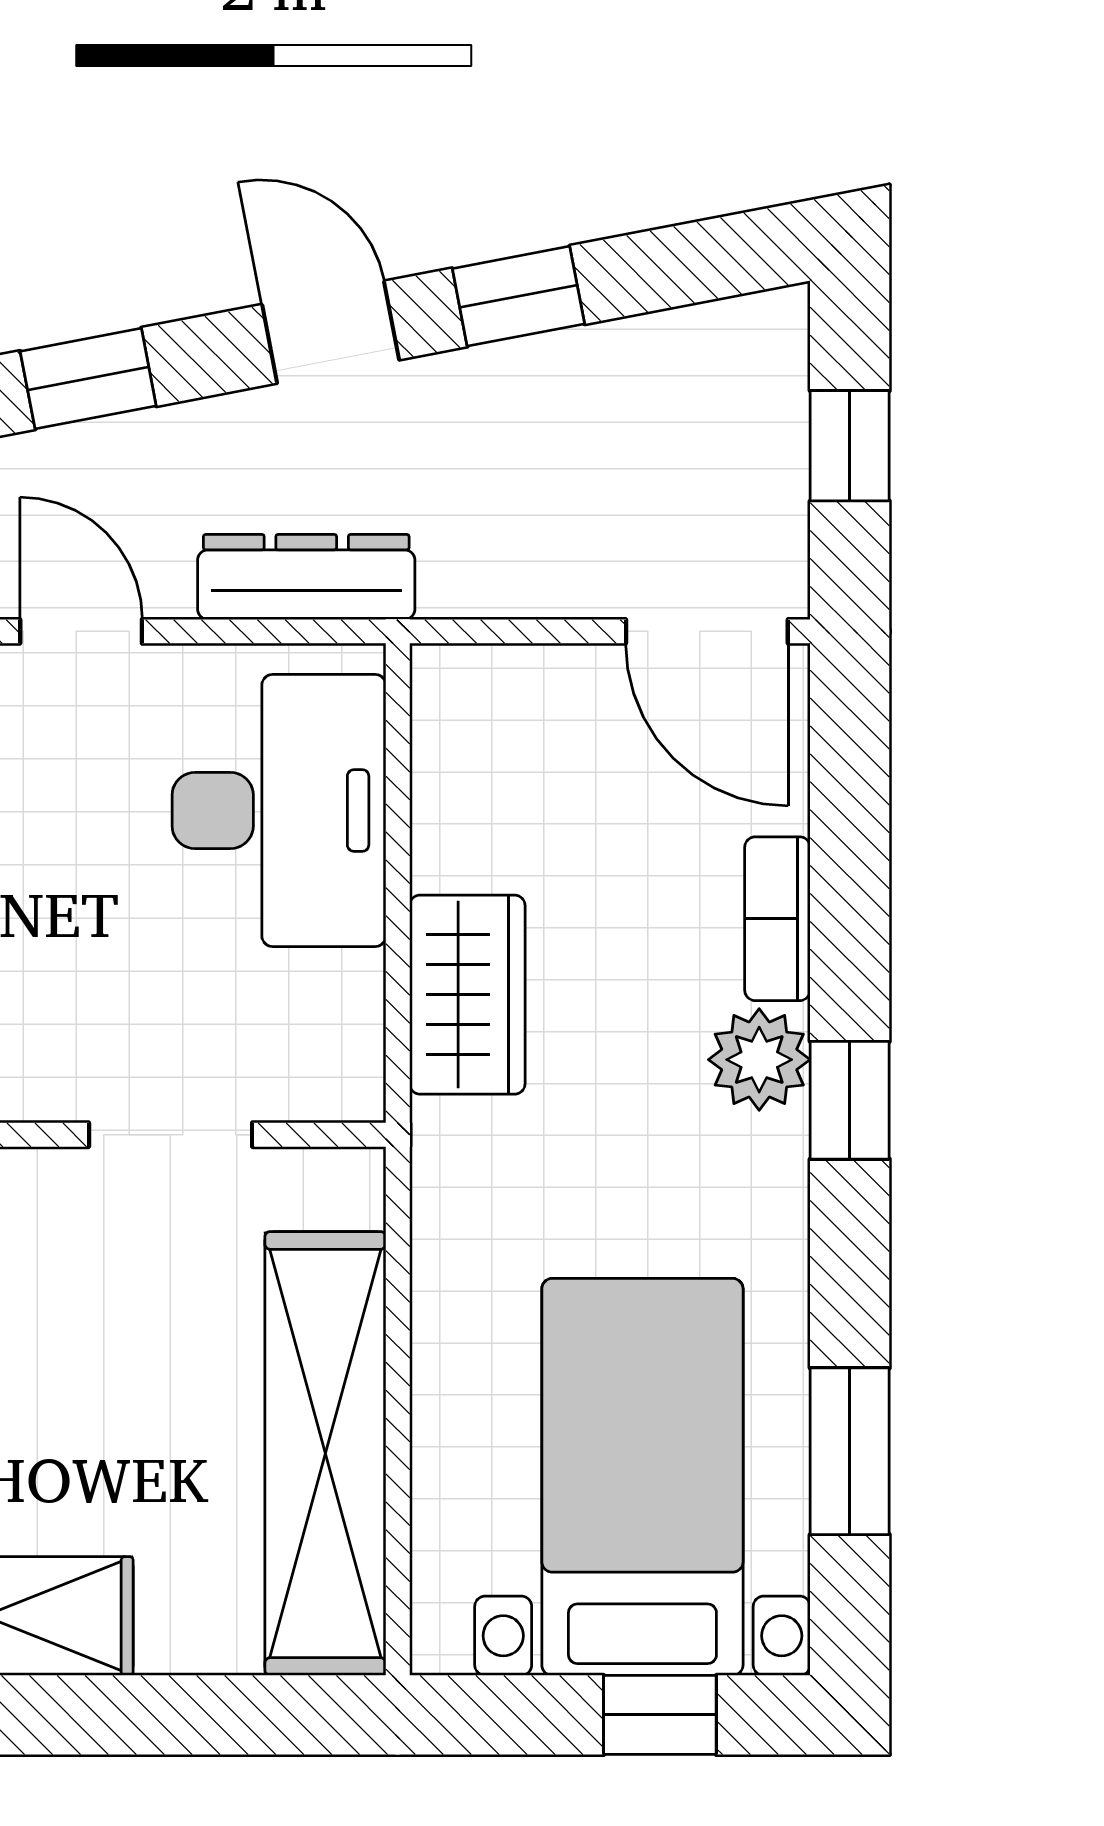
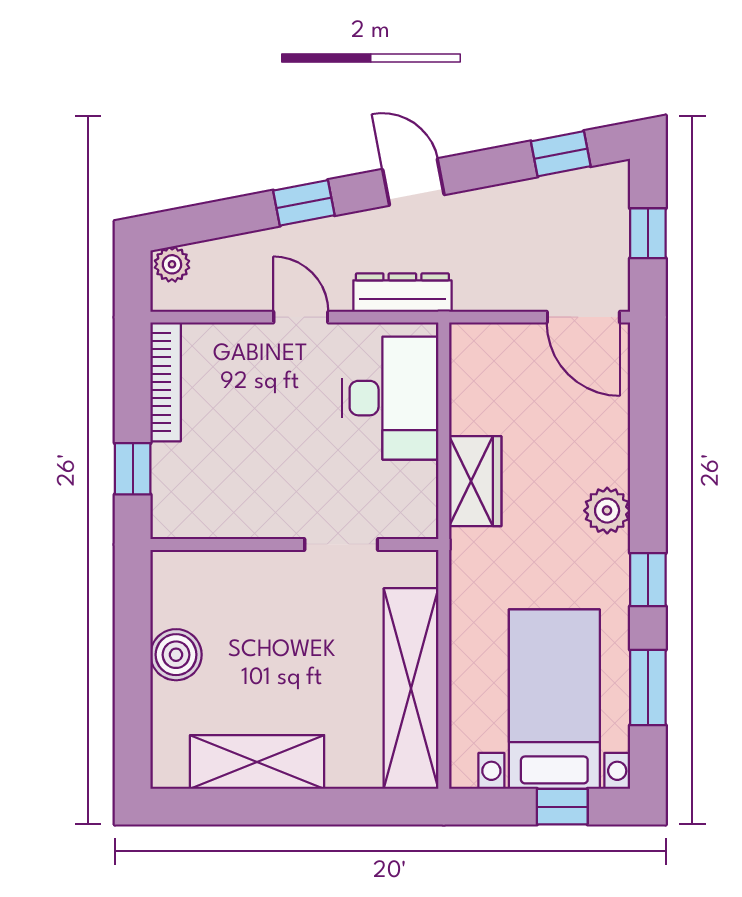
window: (518, 296) -> (561, 154), moved
bookcase: (777, 919) -> (615, 447), removed
window: (850, 1100) -> (648, 580), moved

